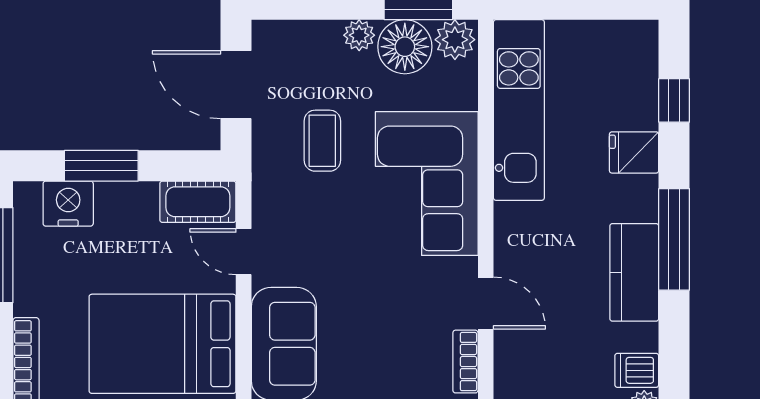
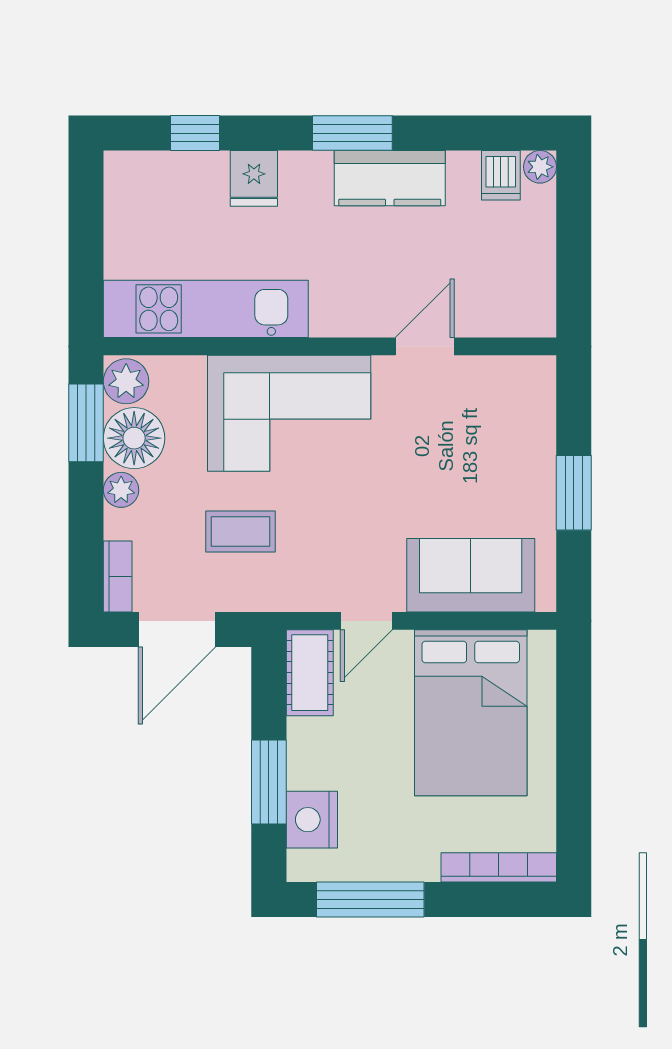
window: (674, 239) -> (352, 133), width x0.69
bookcase: (465, 362) -> (118, 577), moved, turned -90

